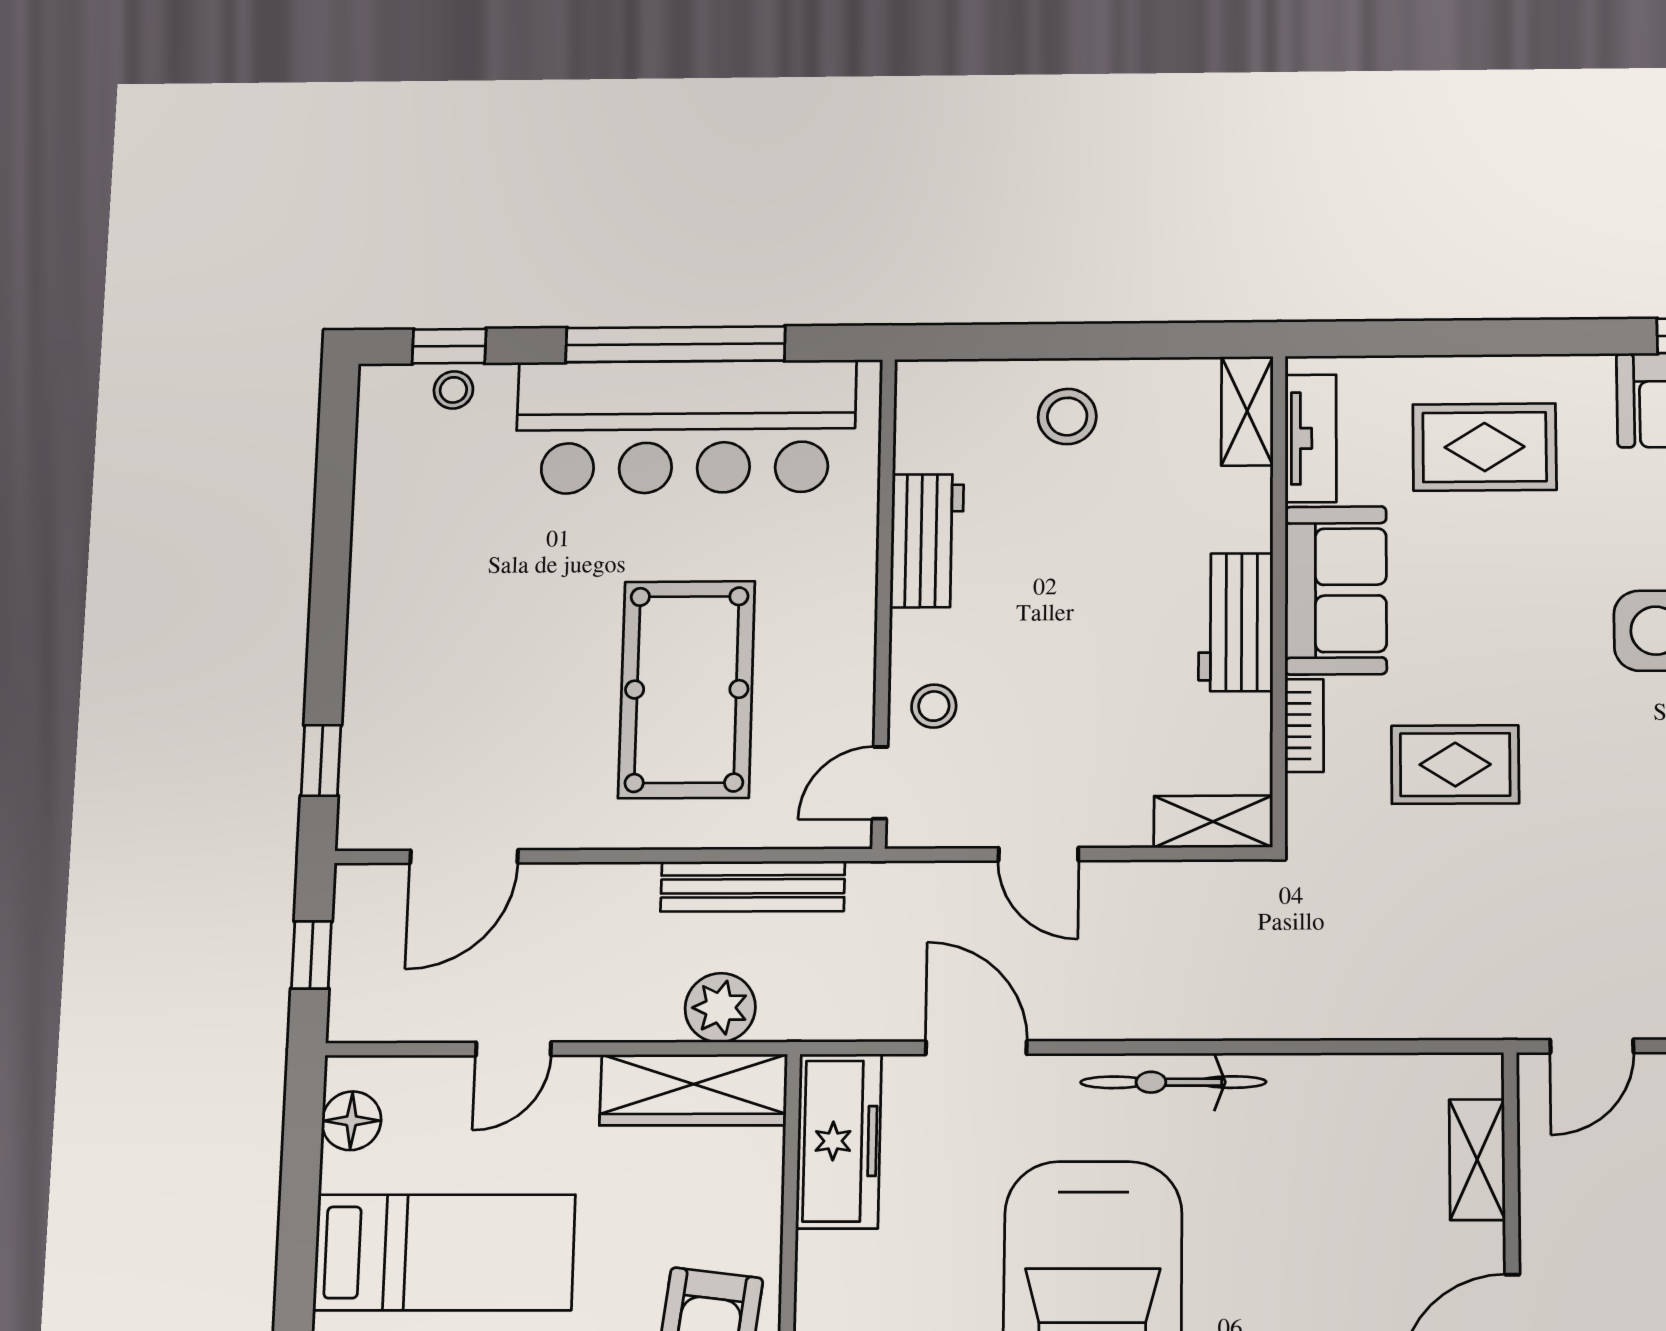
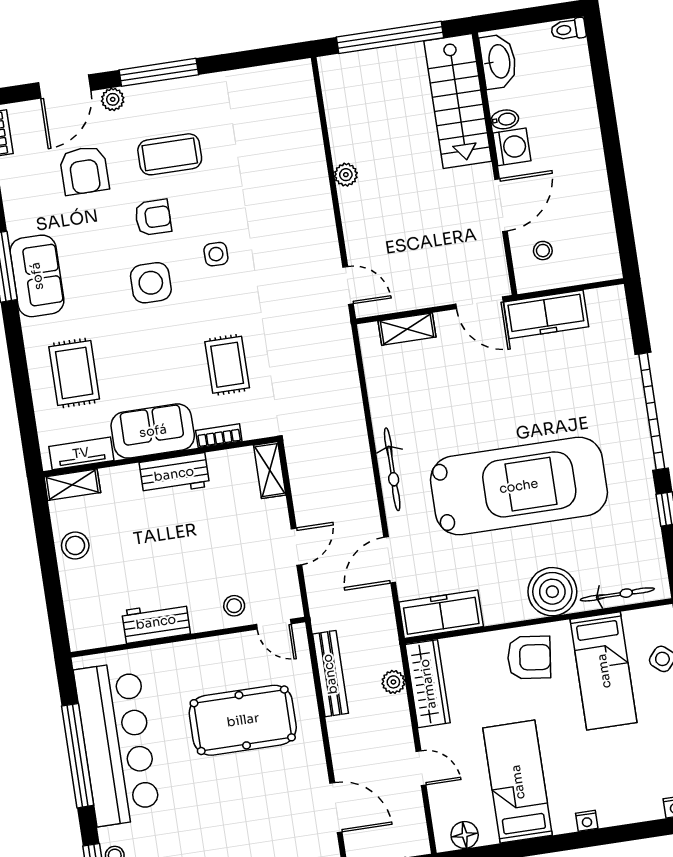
stool: (1067, 417) -> (75, 545), moved
plant: (720, 1008) -> (393, 682), width x0.73, depth x0.73

